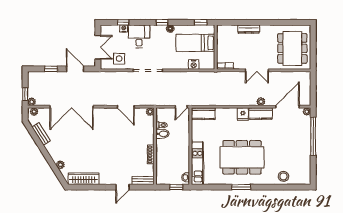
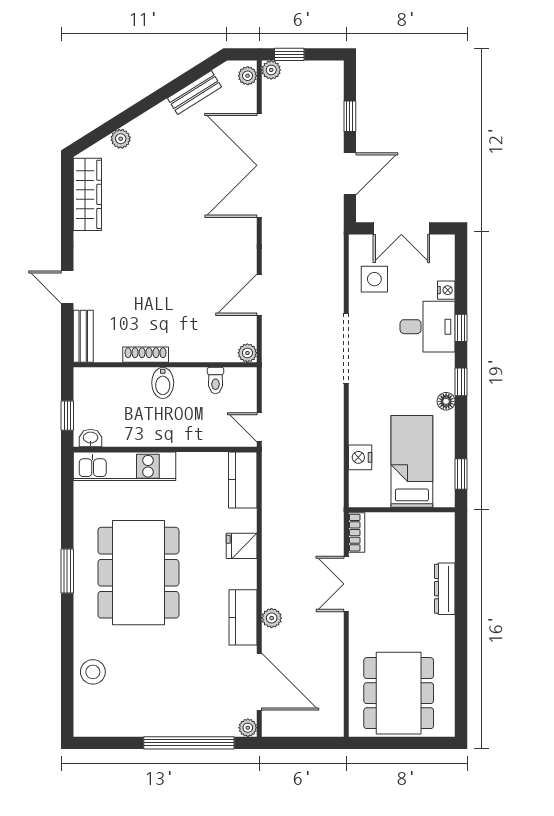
window: (123, 22) -> (461, 328), moved
dining table: (292, 48) -> (399, 693), turned 90
double door: (257, 70) -> (346, 584), moved
fridge: (243, 114) -> (242, 546), moved
bidet: (163, 134) -> (163, 383), moved

